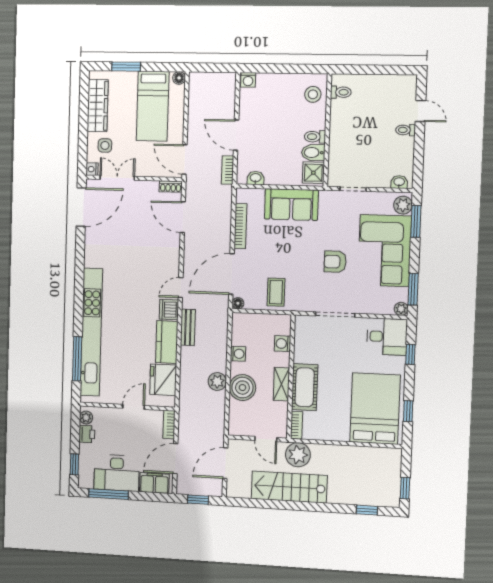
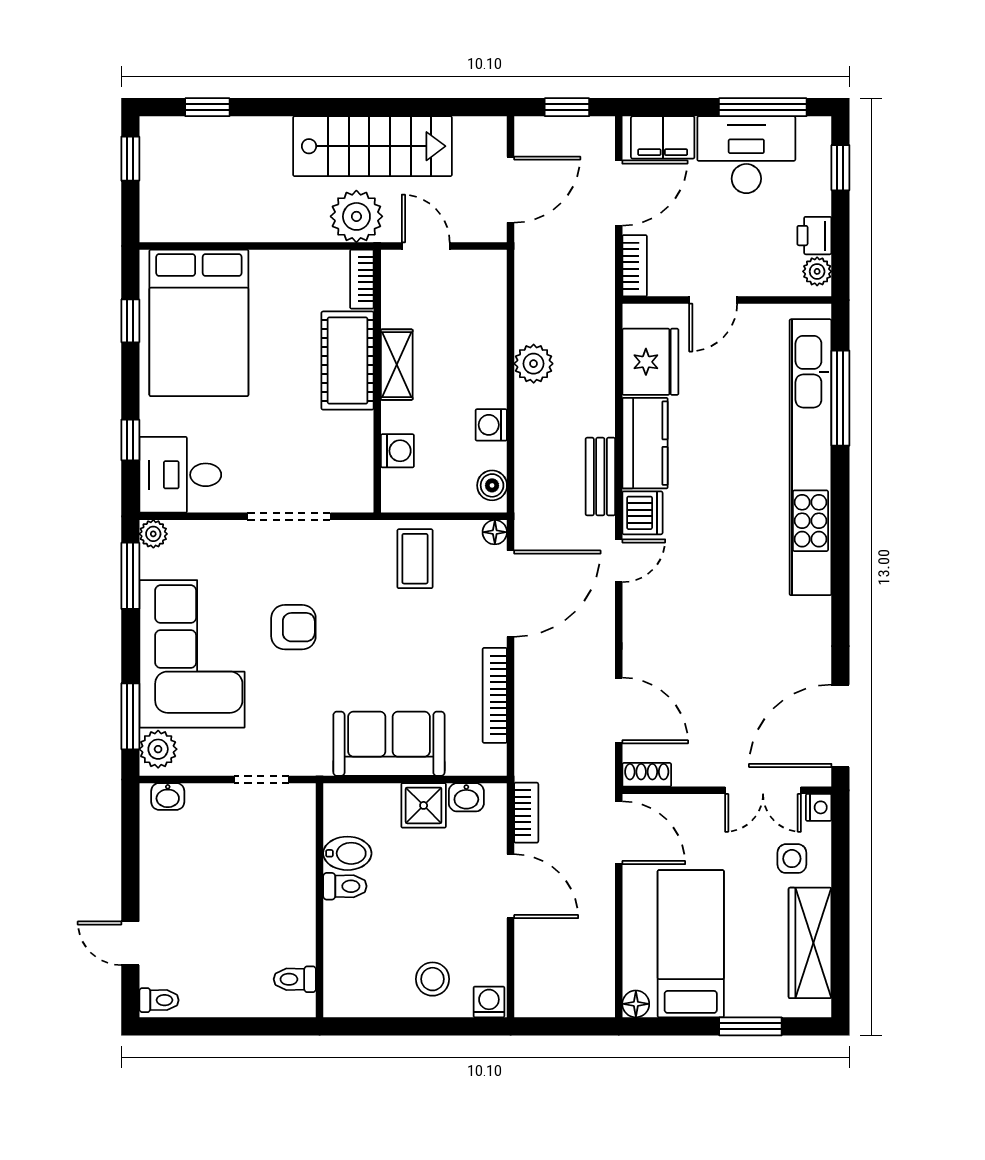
stool: (313, 94) -> (433, 979), moved
toilet: (406, 130) -> (159, 1000), moved
shower: (313, 173) -> (424, 805), moved
boiler: (242, 388) -> (492, 485), moved, width x0.54, depth x0.54

